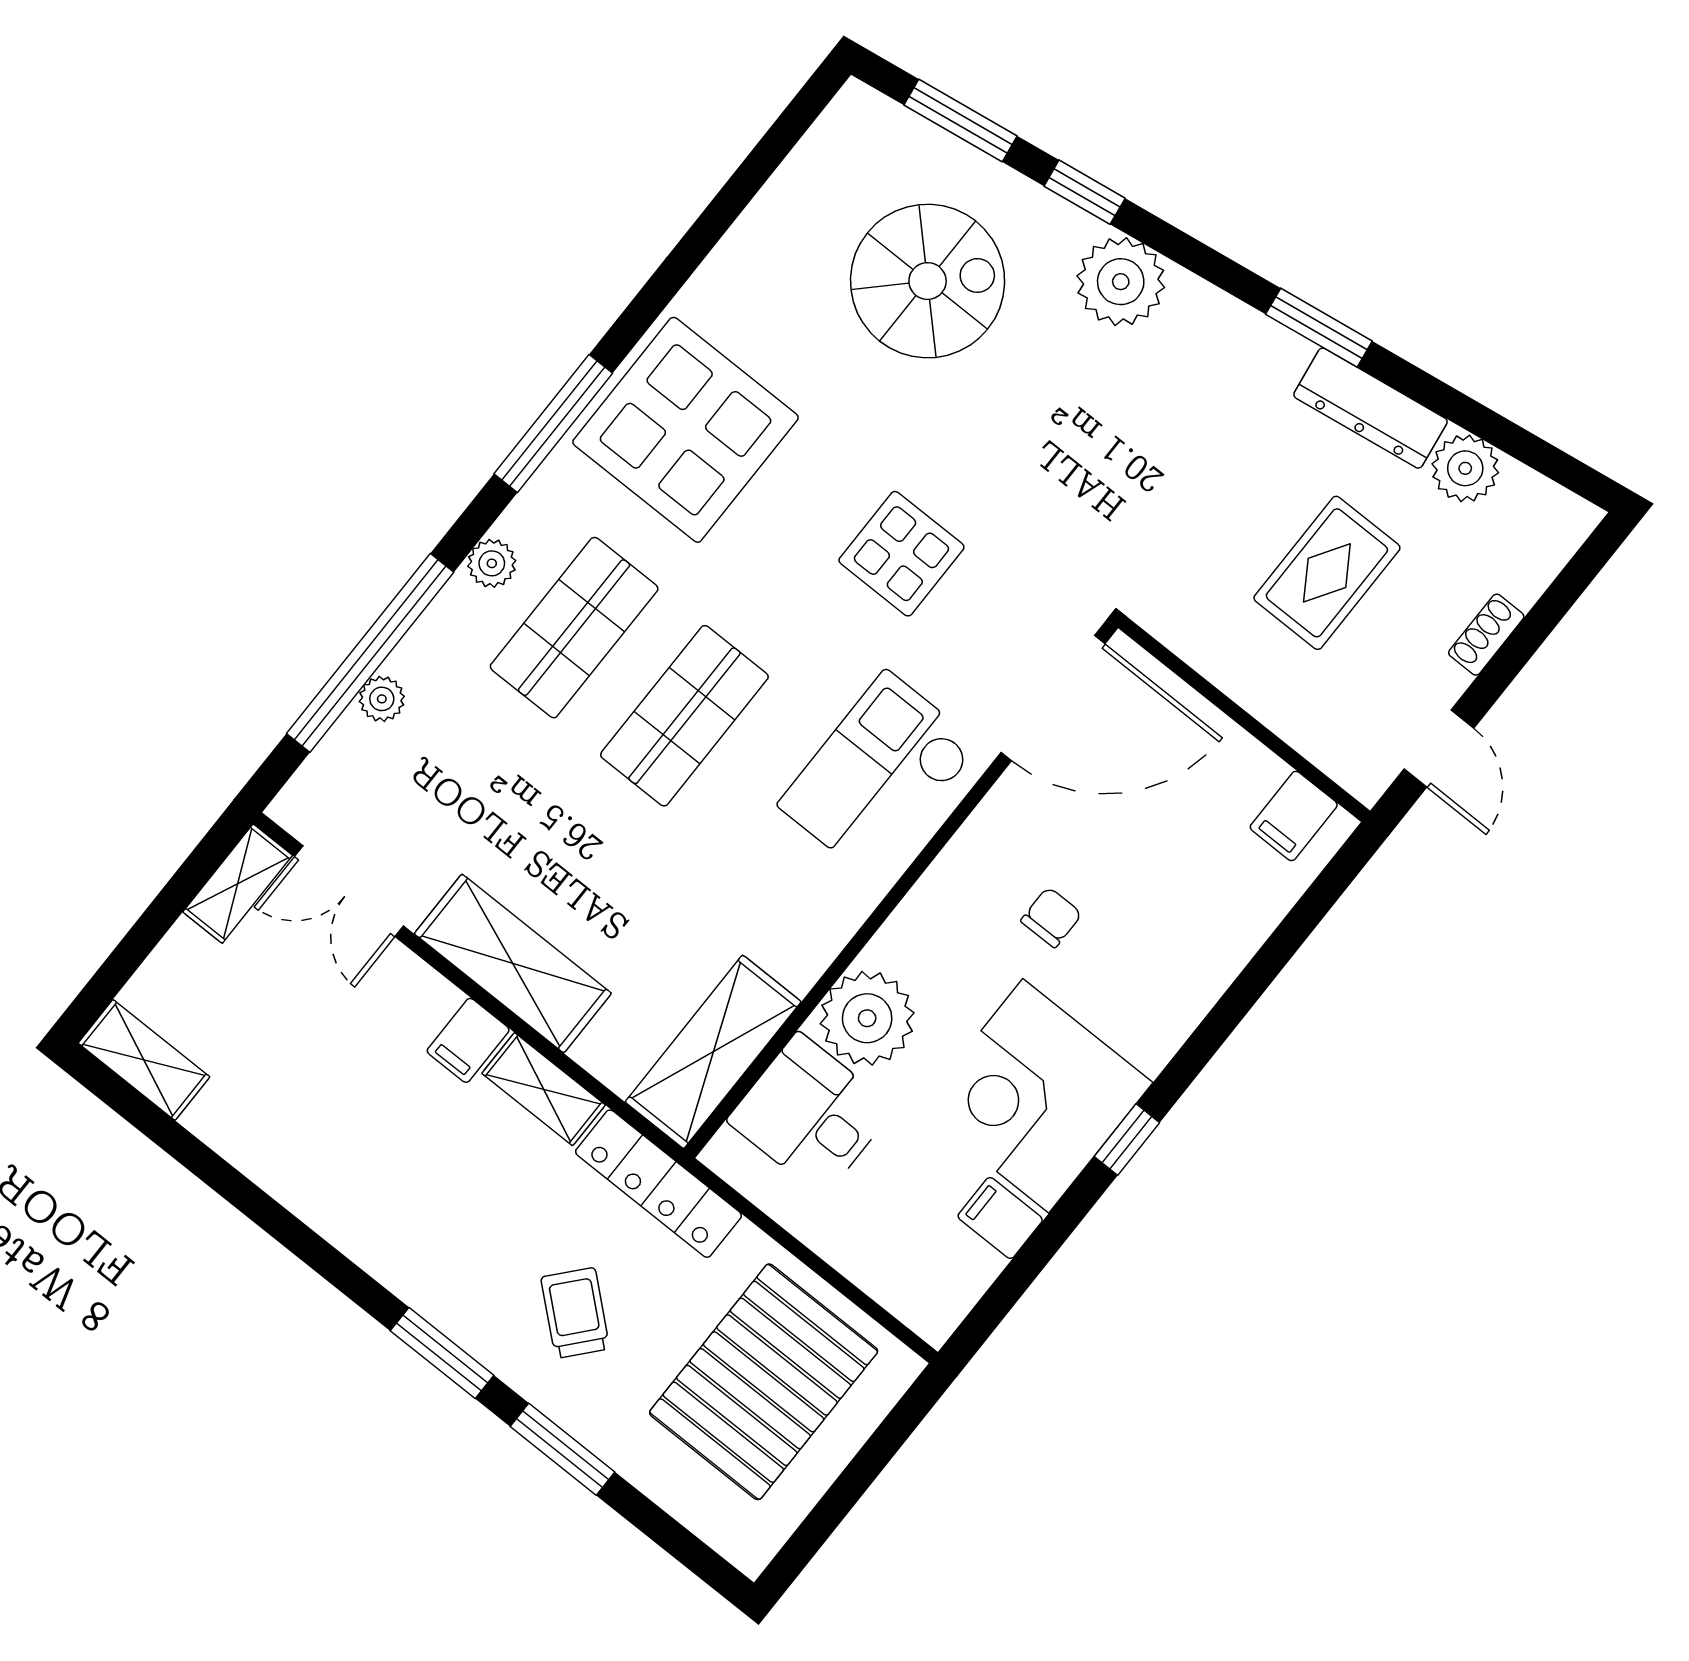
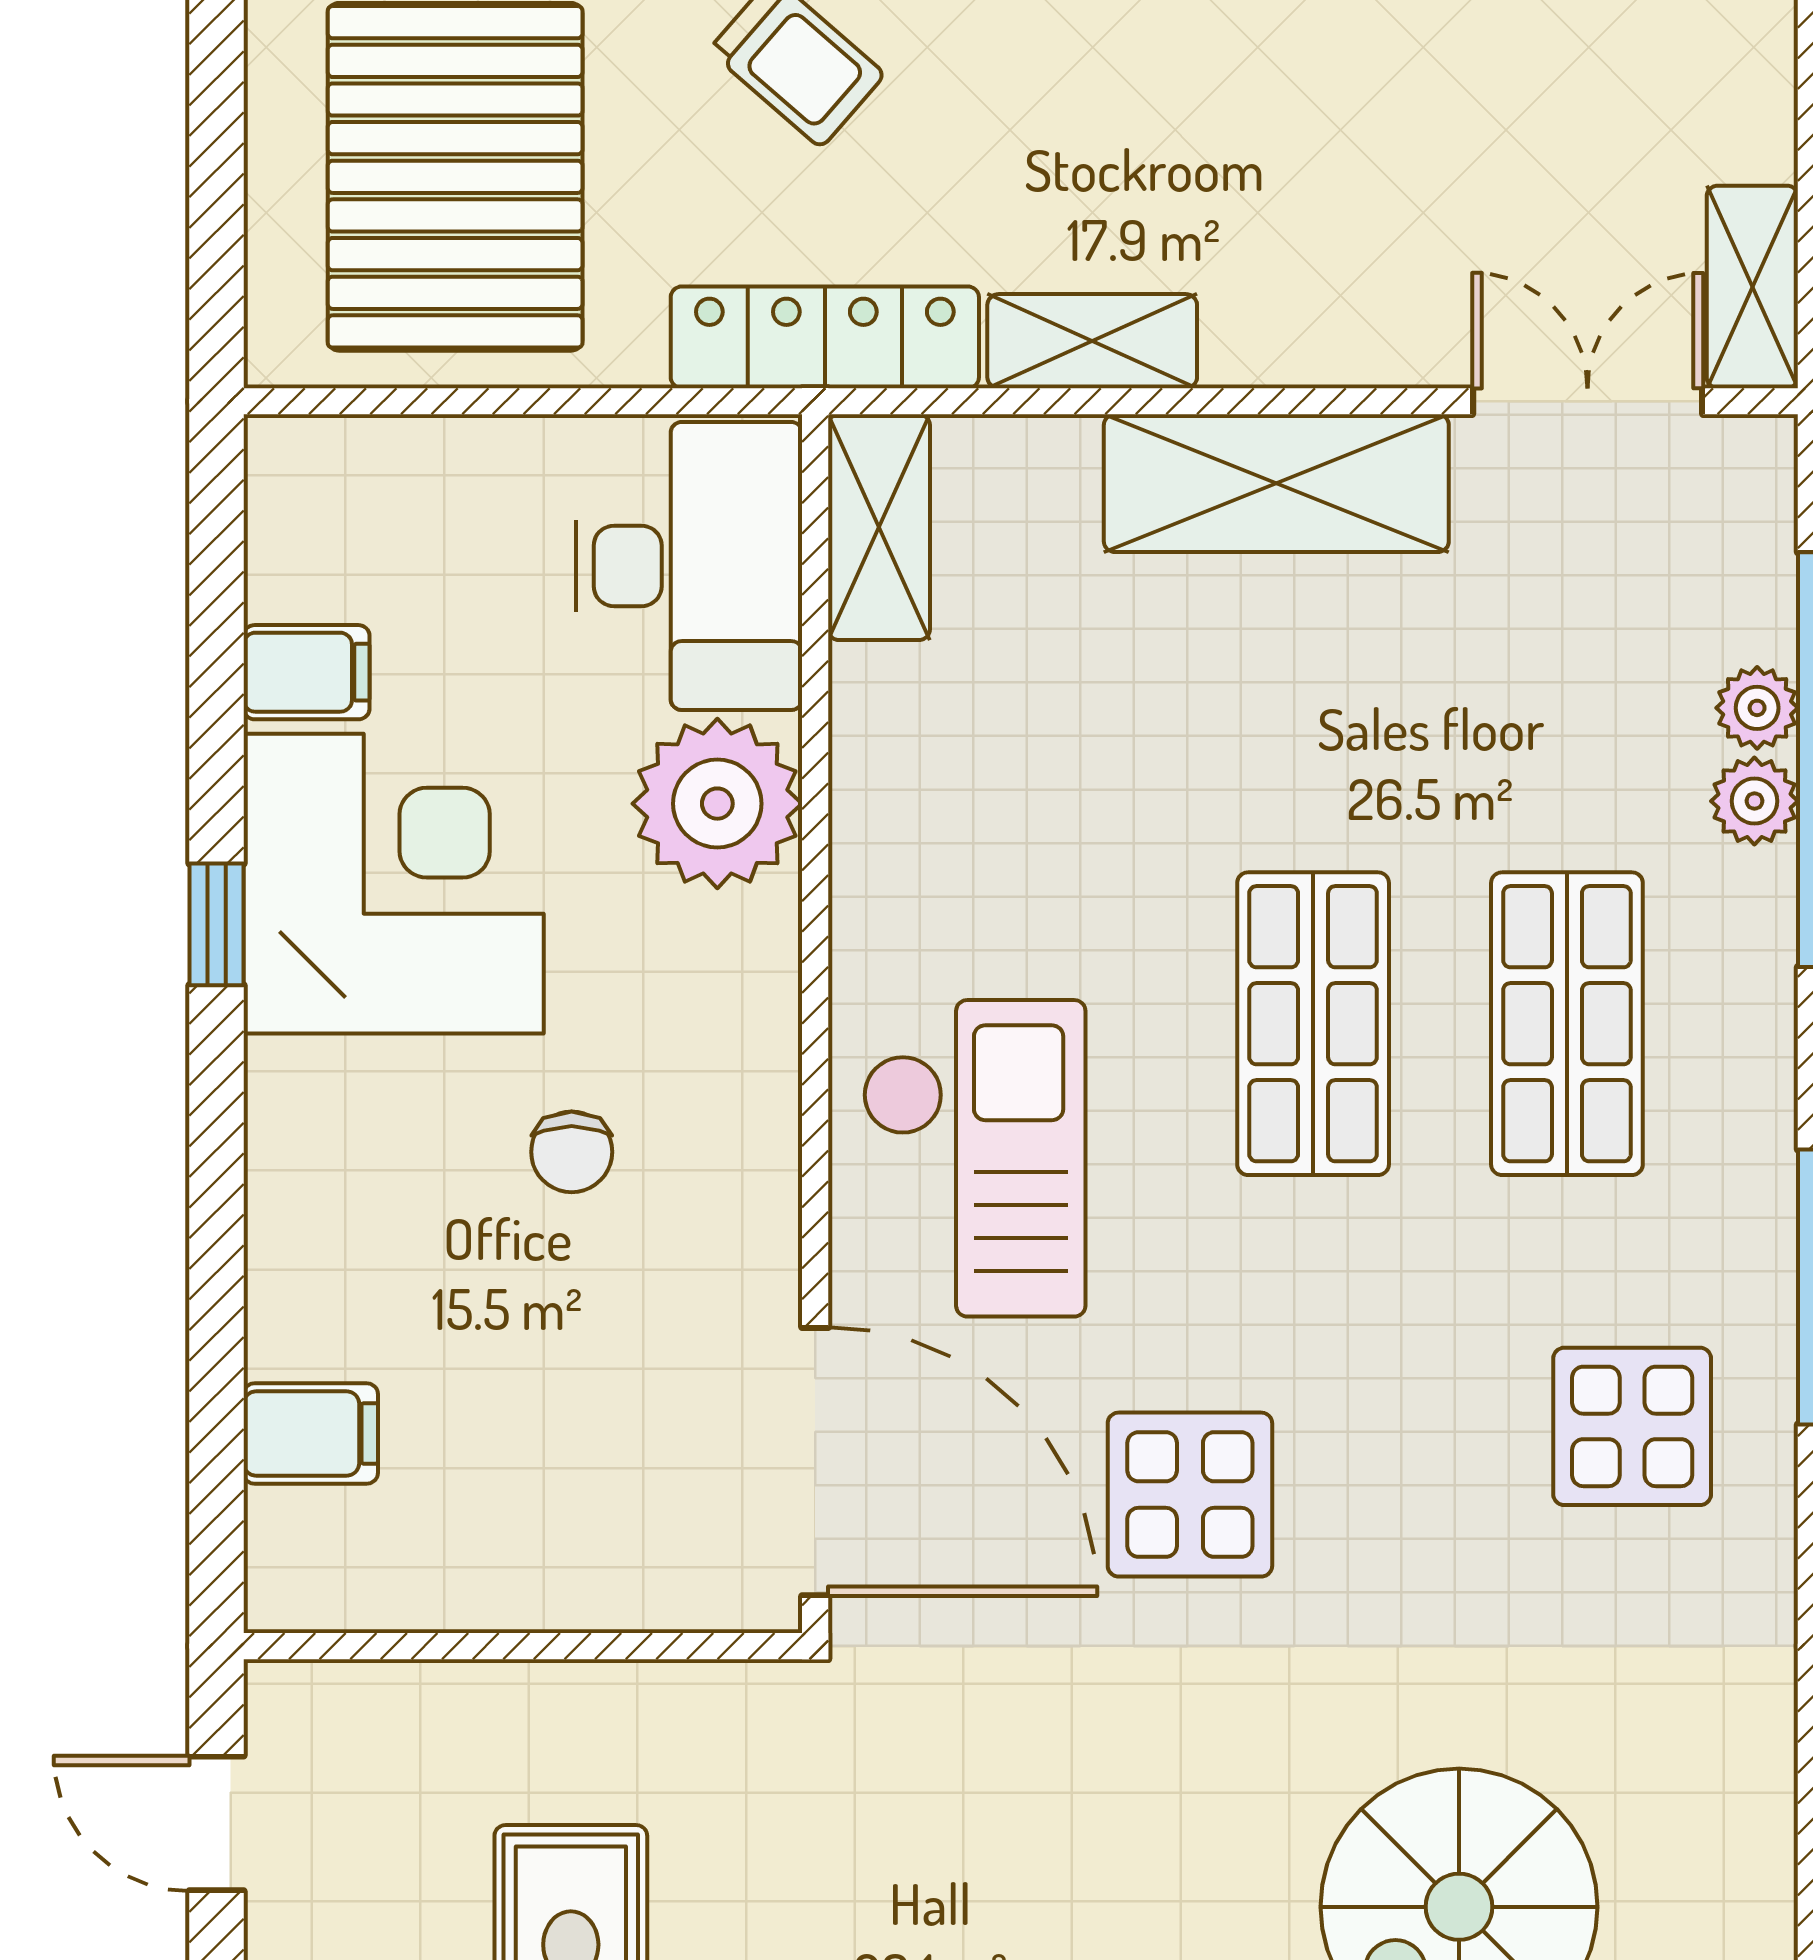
display table: (686, 430) -> (1632, 1426), width x0.54, depth x0.54
plant: (492, 563) -> (1754, 801), moved
door: (1053, 698) -> (815, 1462), swing flipped
filing cabinet: (1294, 816) -> (311, 1433), moved, turned 90
filing cabinet: (468, 1040) -> (1253, 325), removed
shelving: (713, 1052) -> (879, 527), width x0.67, depth x0.75
desk: (811, 1114) -> (689, 566), width x1.37

